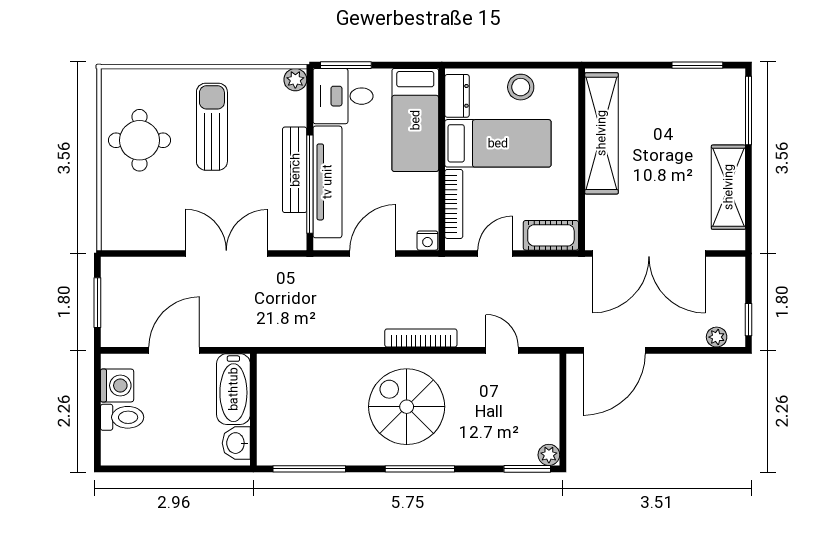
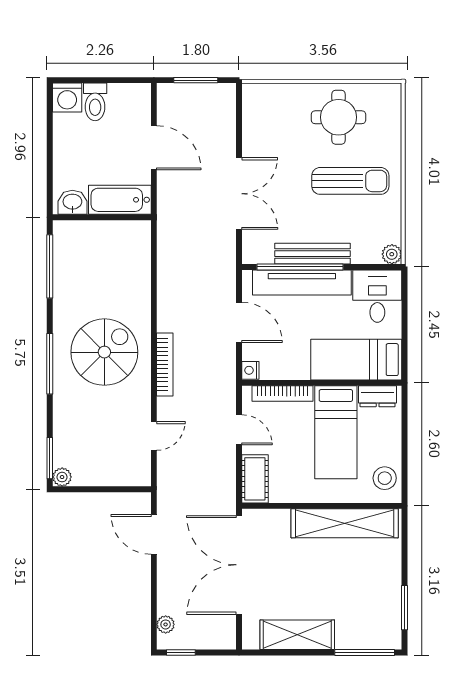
window: (346, 65) -> (405, 299), removed
stool: (521, 87) -> (385, 478), moved
door: (614, 350) -> (154, 534), width x0.73
washing machine: (117, 385) -> (67, 97), moved

